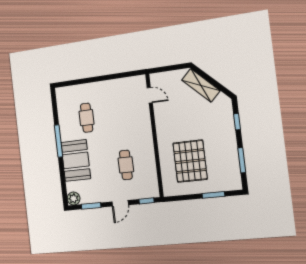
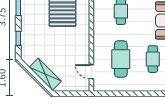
cafe table: (120, 113) -> (121, 59), added

